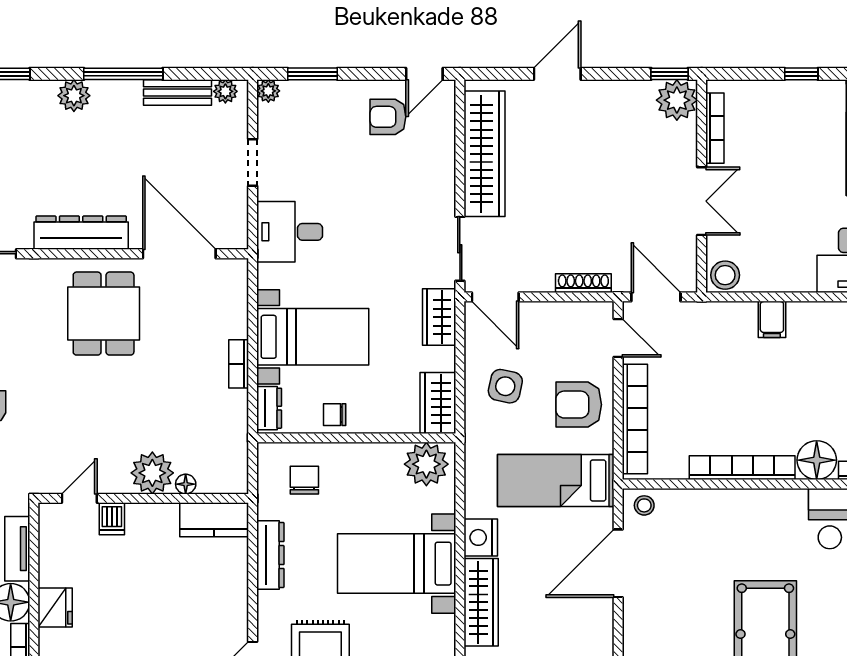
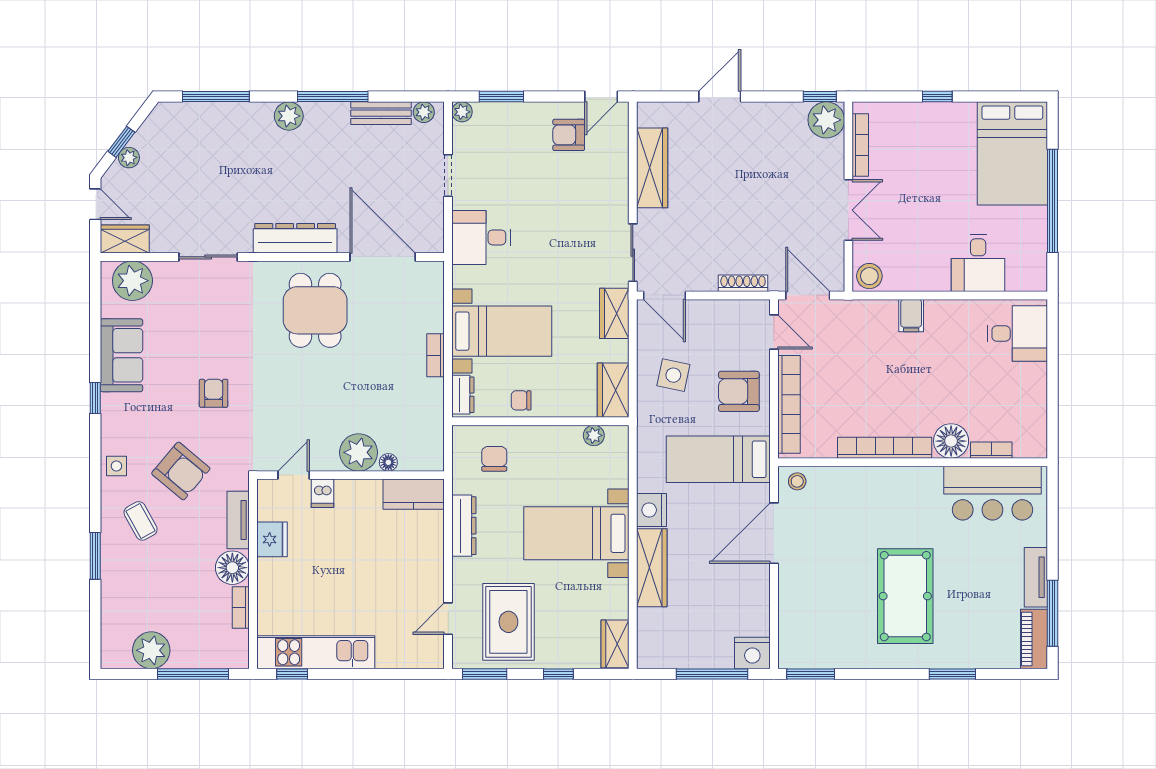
wardrobe: (484, 154) -> (652, 168), width x0.71, depth x0.85
plant: (426, 464) -> (594, 435), width x0.53, depth x0.53
fridge: (55, 608) -> (272, 539), moved

